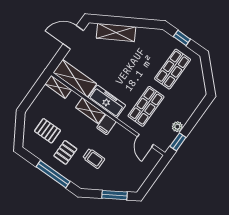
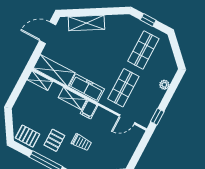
plant: (177, 127) -> (164, 85), moved
pallet: (48, 131) -> (28, 136), moved
door: (145, 141) -> (127, 119), hinge flipped

